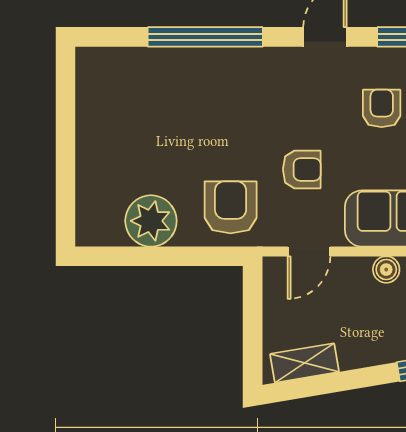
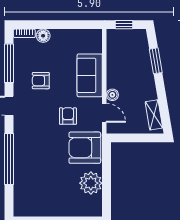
armchair: (231, 207) -> (85, 148), width x1.36, depth x1.36
boiler: (386, 270) -> (112, 95), moved

